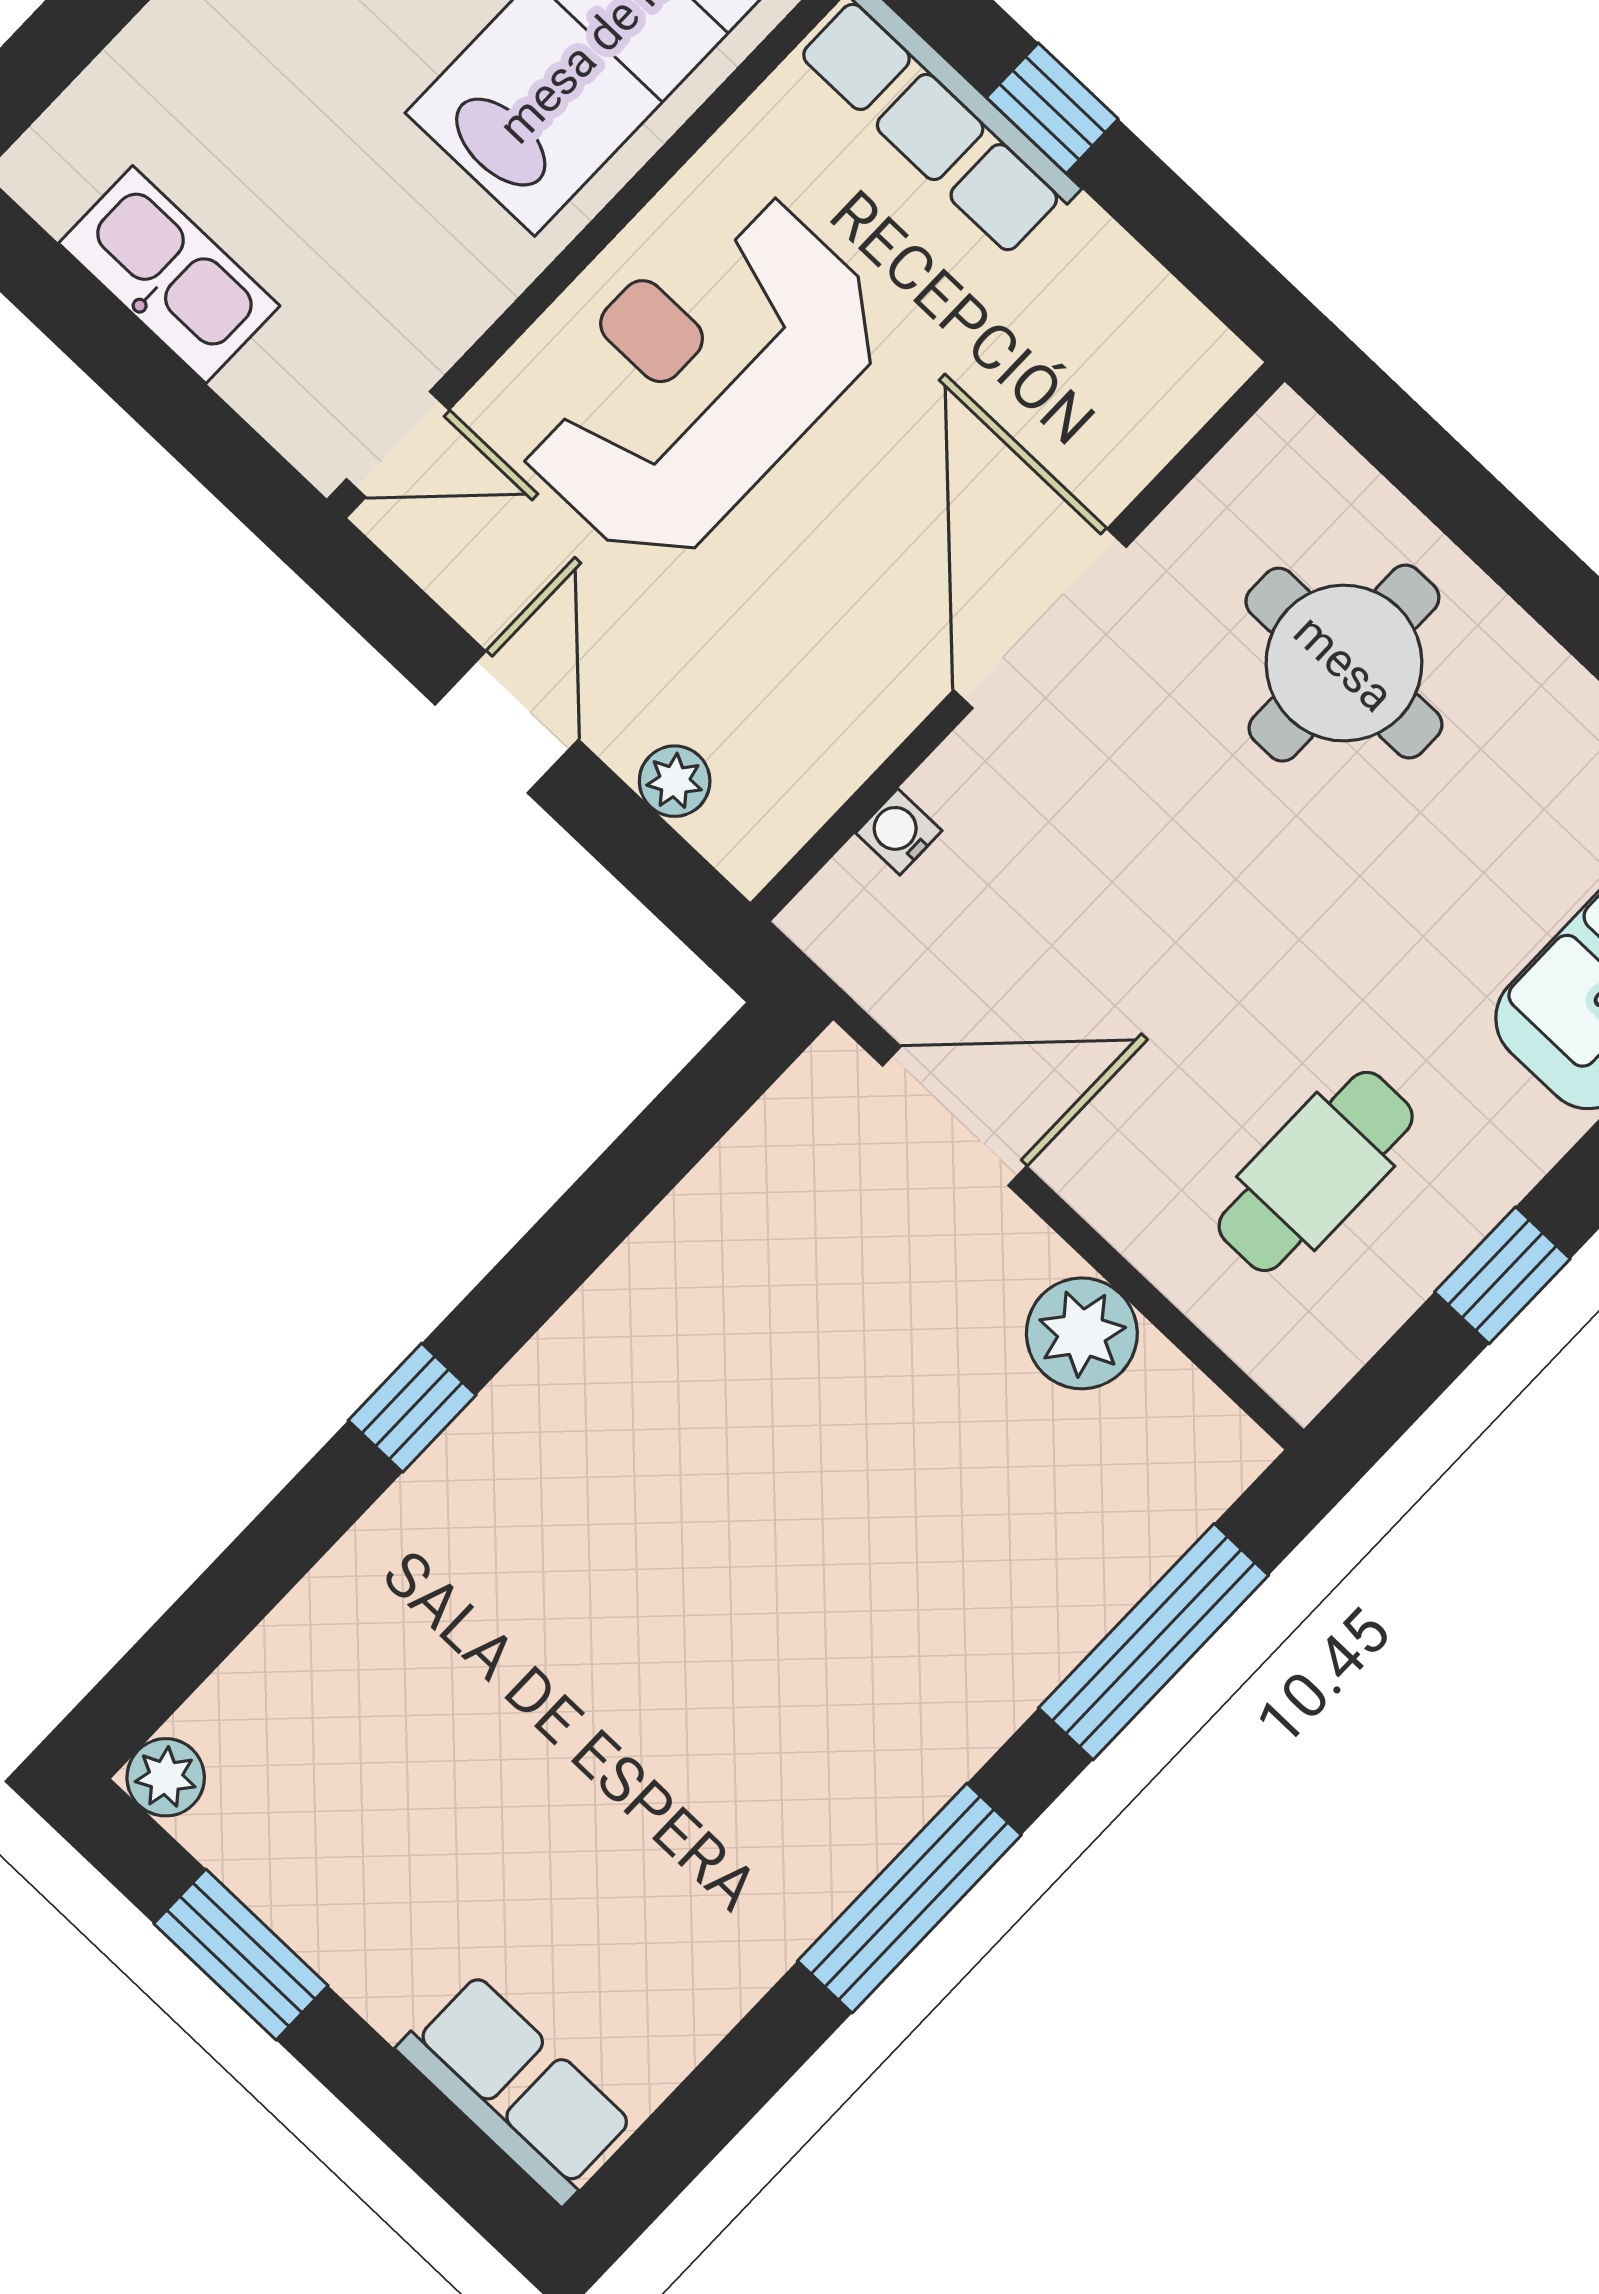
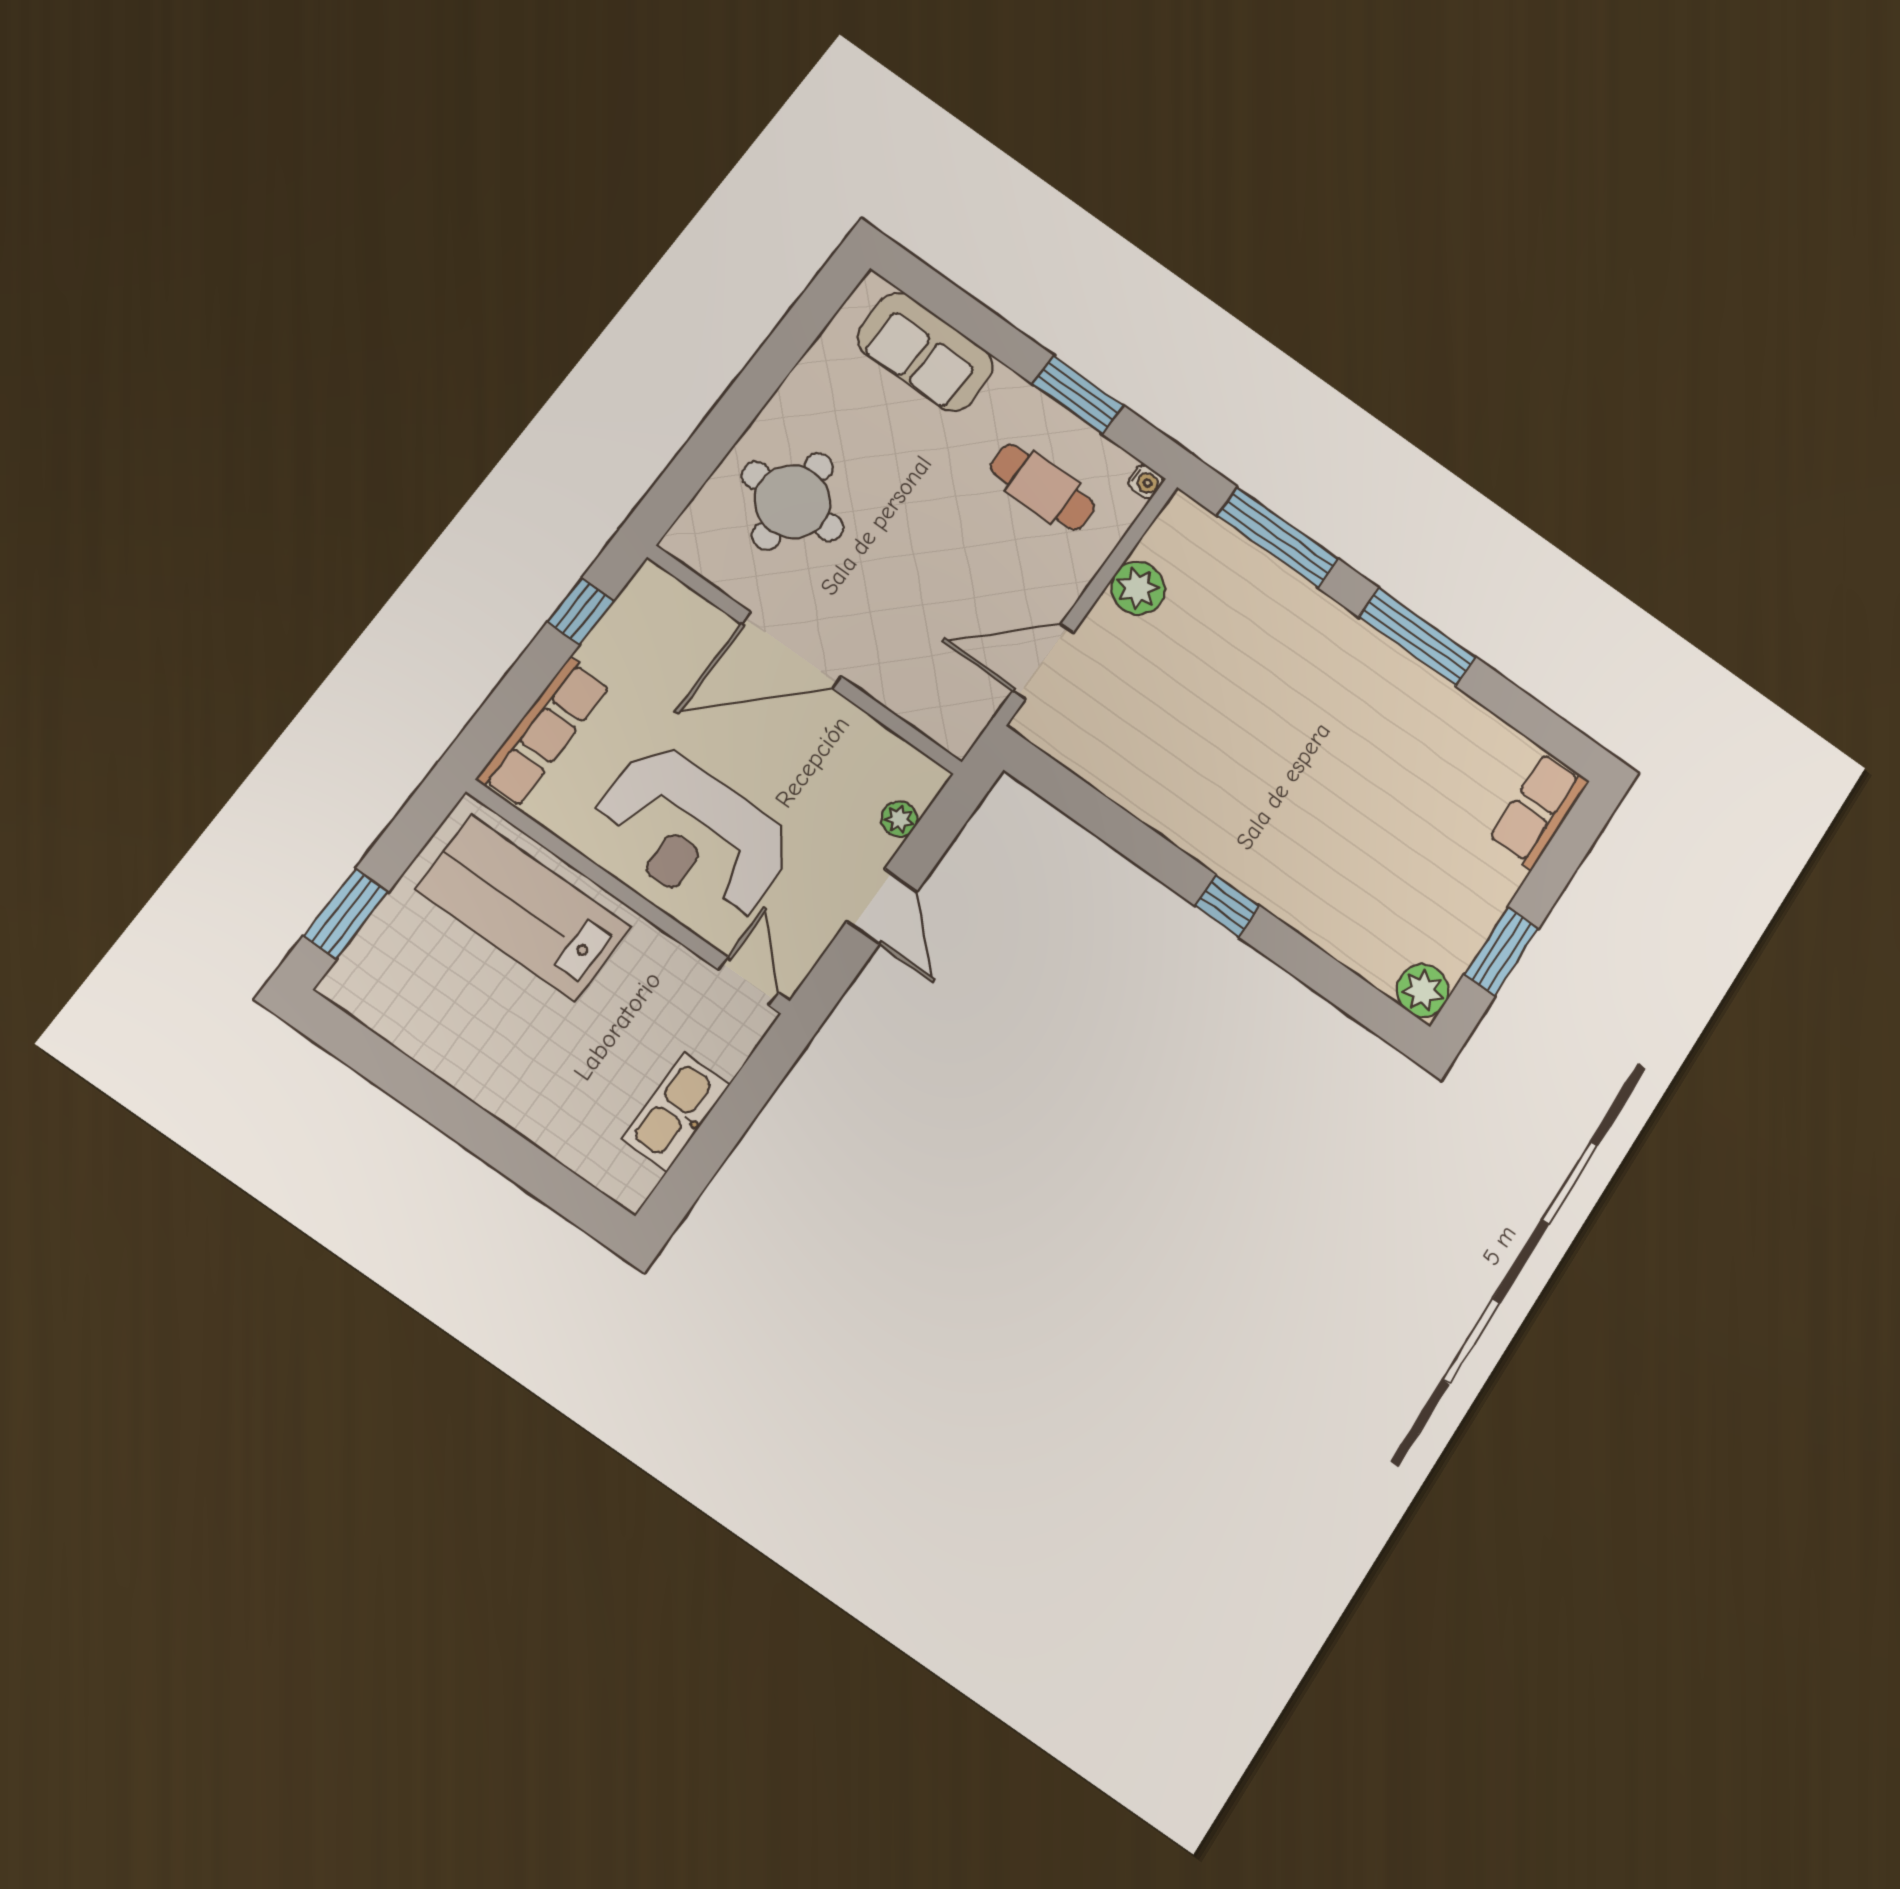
window: (1052, 108) -> (581, 611), moved
door: (507, 722) -> (882, 907), swing flipped
water cooler: (899, 832) -> (1146, 482), moved, turned -90
door: (954, 1116) -> (1043, 662), hinge flipped
window: (1502, 1275) -> (1078, 395), width x1.50
plant: (166, 1777) -> (1423, 991), width x1.38, depth x1.38

